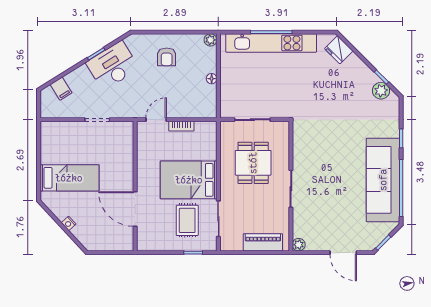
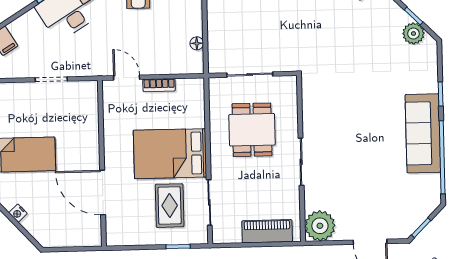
floor lamp: (212, 79) -> (197, 43), moved
door: (156, 120) -> (127, 78), hinge flipped
sofa: (383, 180) -> (423, 133), width x0.74, depth x0.79
plant: (299, 245) -> (320, 226), width x1.87, depth x1.87

